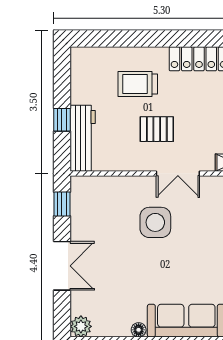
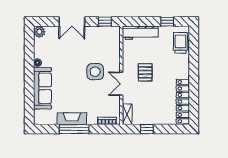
trolley: (138, 84) -> (180, 43), moved
window: (62, 120) -> (167, 22), moved

